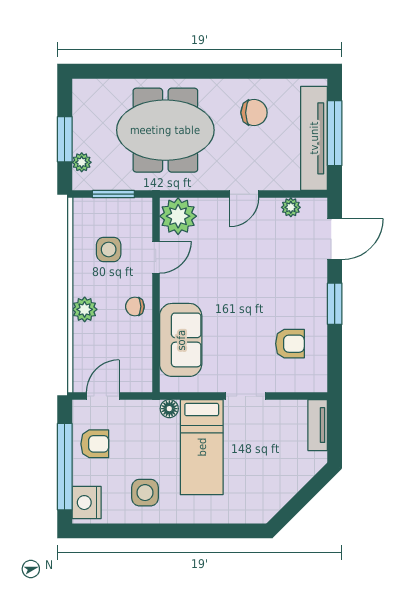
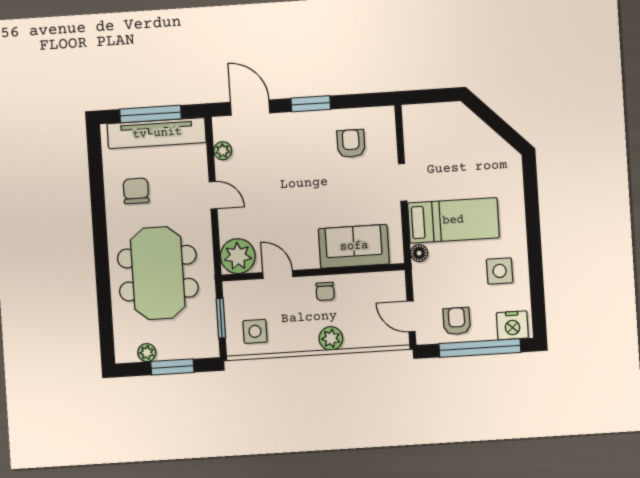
plant: (82, 162) -> (147, 353), moved
side table: (109, 249) -> (255, 331), moved
tv unit: (318, 425) -> (426, 113), removed

